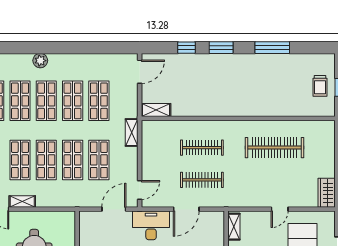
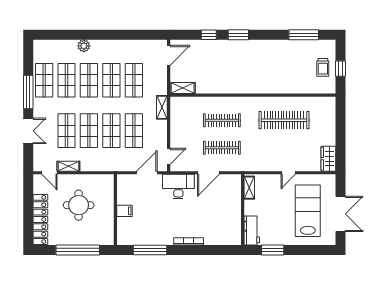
window: (272, 48) -> (304, 35), moved

